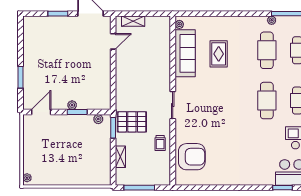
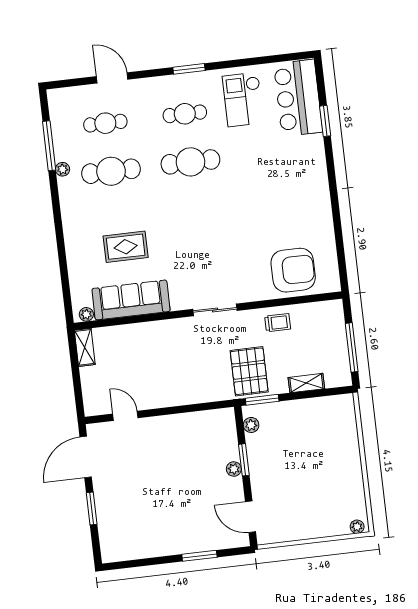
shelving: (133, 21) -> (85, 347), moved
armchair: (192, 157) -> (293, 270), turned 90

